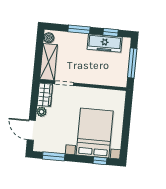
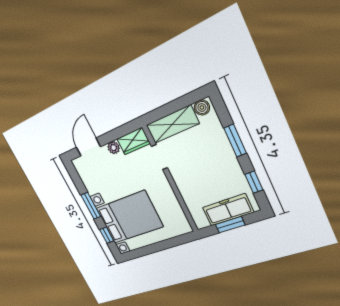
freezer: (105, 43) -> (228, 210), moved, turned 90
window: (132, 63) -> (230, 225), width x0.69
window: (54, 156) -> (91, 206), moved

